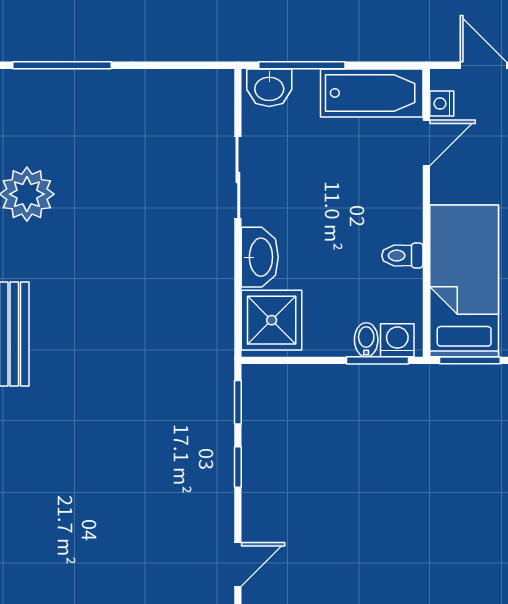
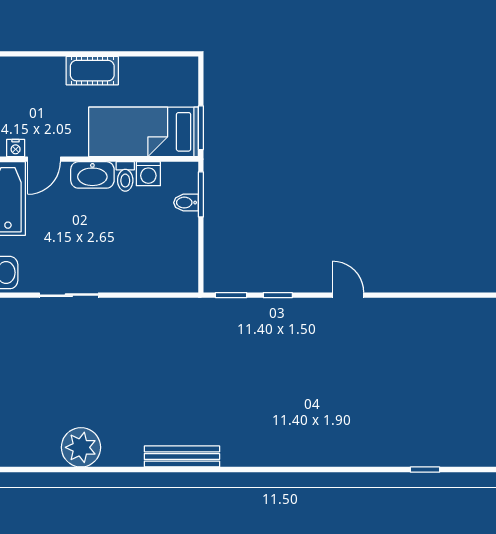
door: (426, 143) -> (44, 159), swing flipped
washbasin: (260, 257) -> (92, 175), moved, turned 180
shower: (272, 320) -> (172, 271), removed
washing machine: (397, 340) -> (148, 174), moved, turned -90

